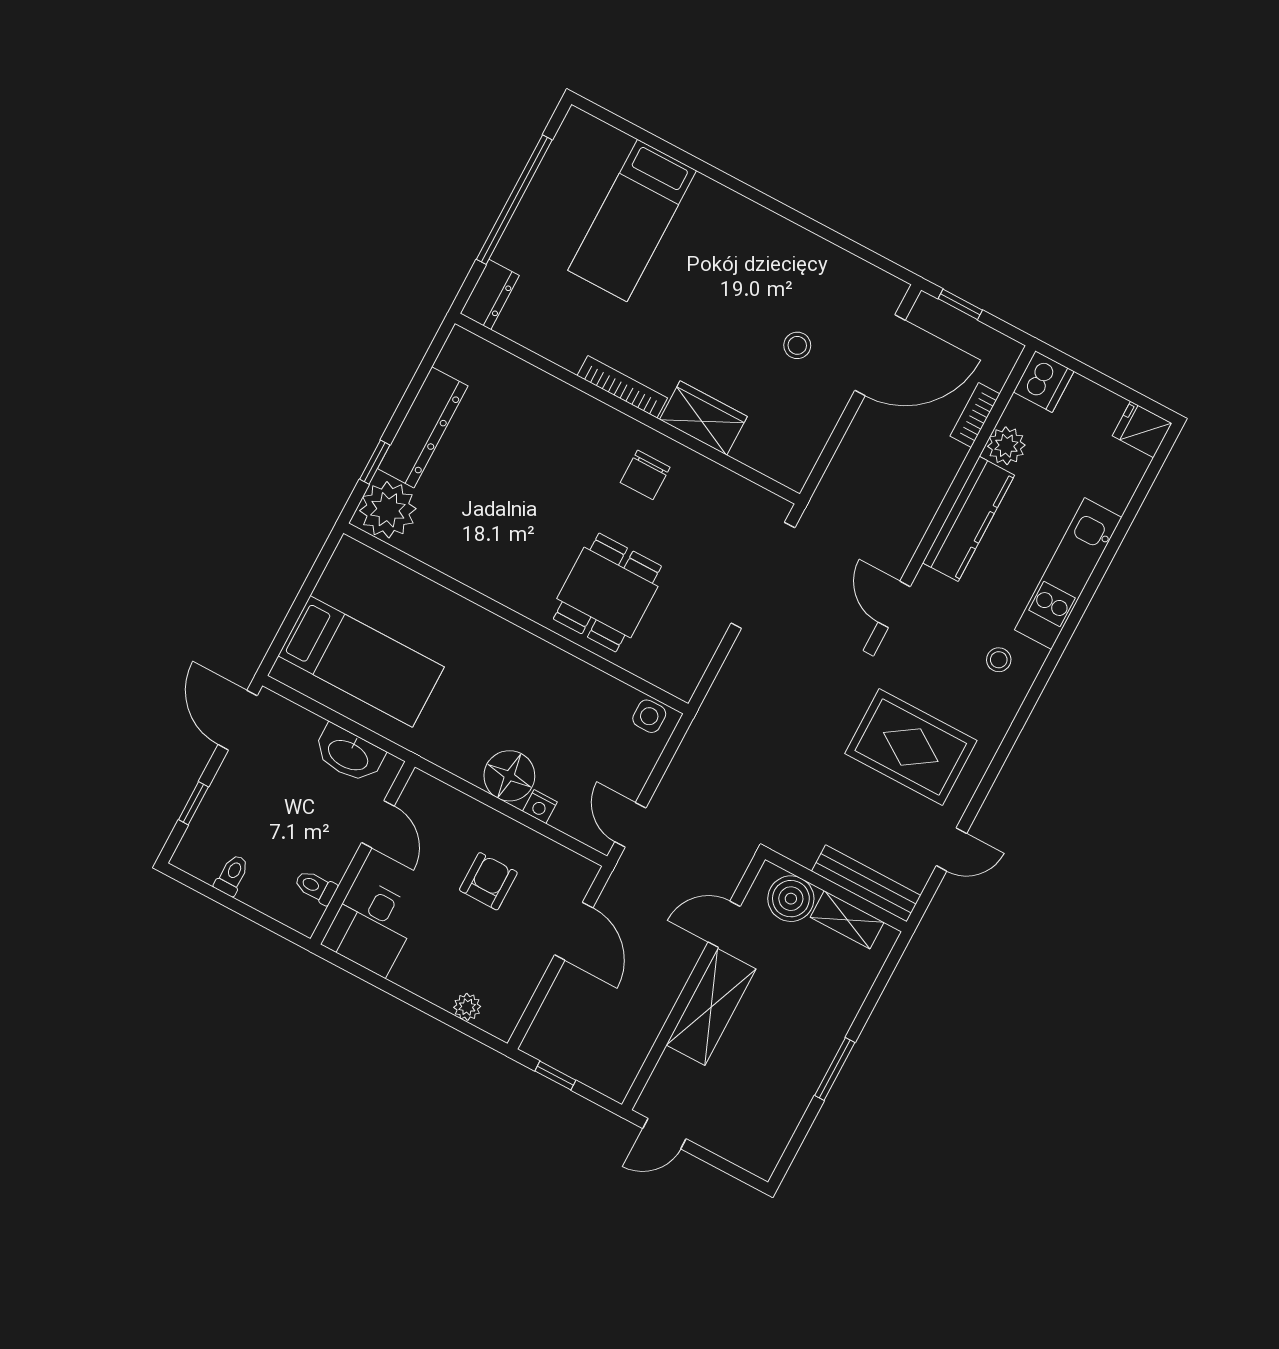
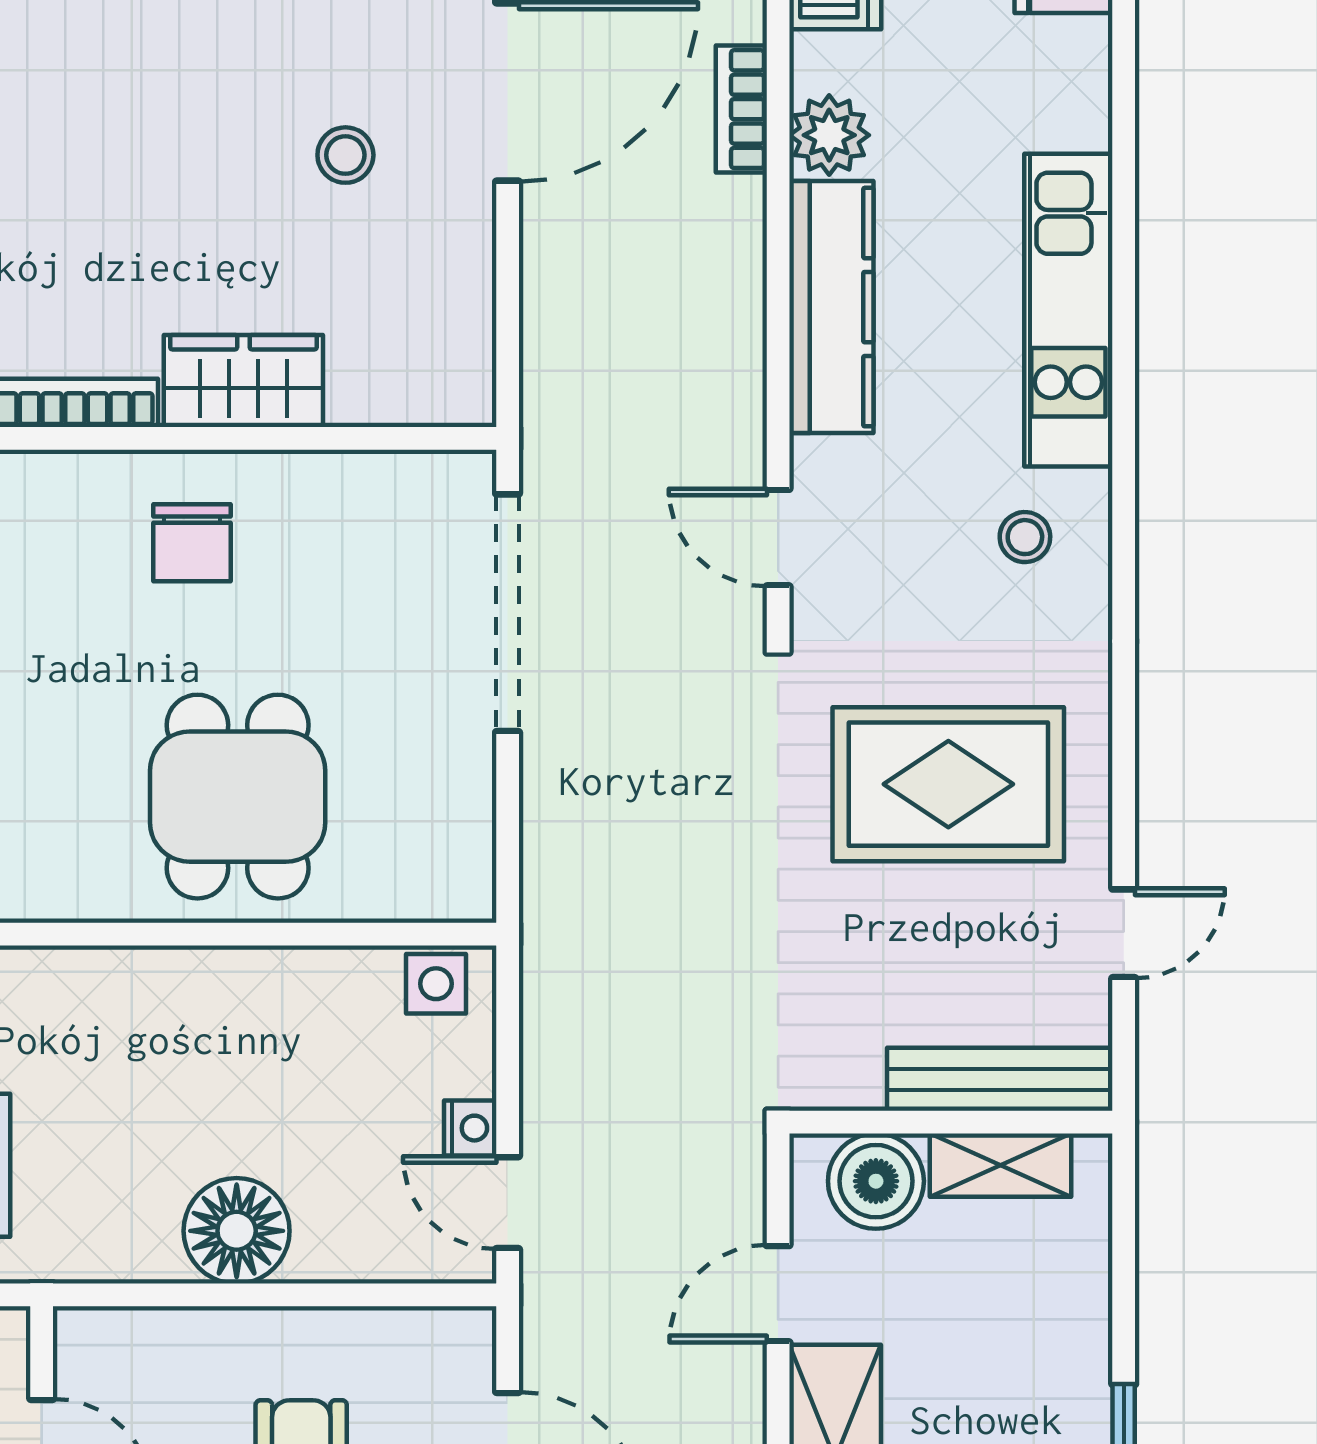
nightstand: (540, 807) -> (470, 1128), moved, turned -90

